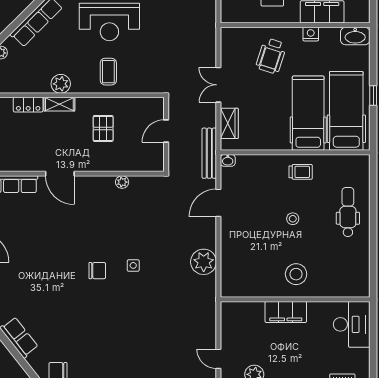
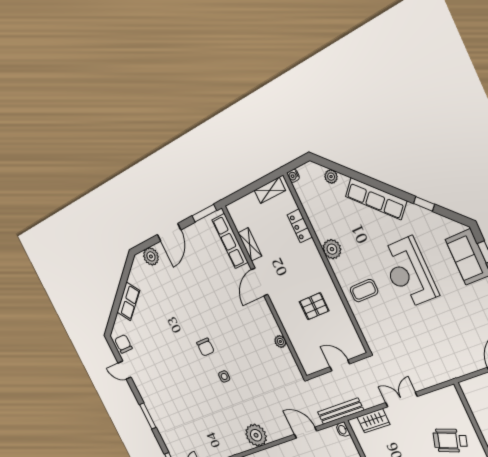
shelving: (59, 104) -> (250, 244), moved

